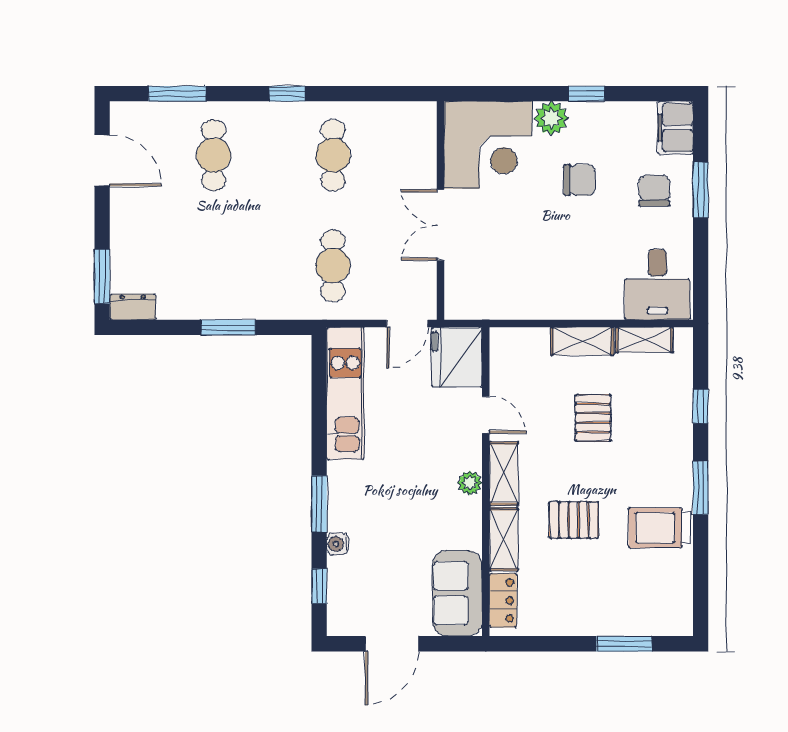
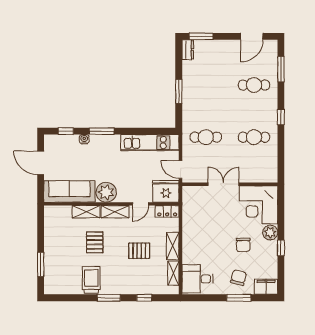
chair: (654, 191) -> (238, 278), turned -76
plant: (470, 483) -> (106, 192), width x1.87, depth x1.87
sofa: (457, 593) -> (69, 191), width x1.36
locker: (503, 600) -> (167, 211), moved

